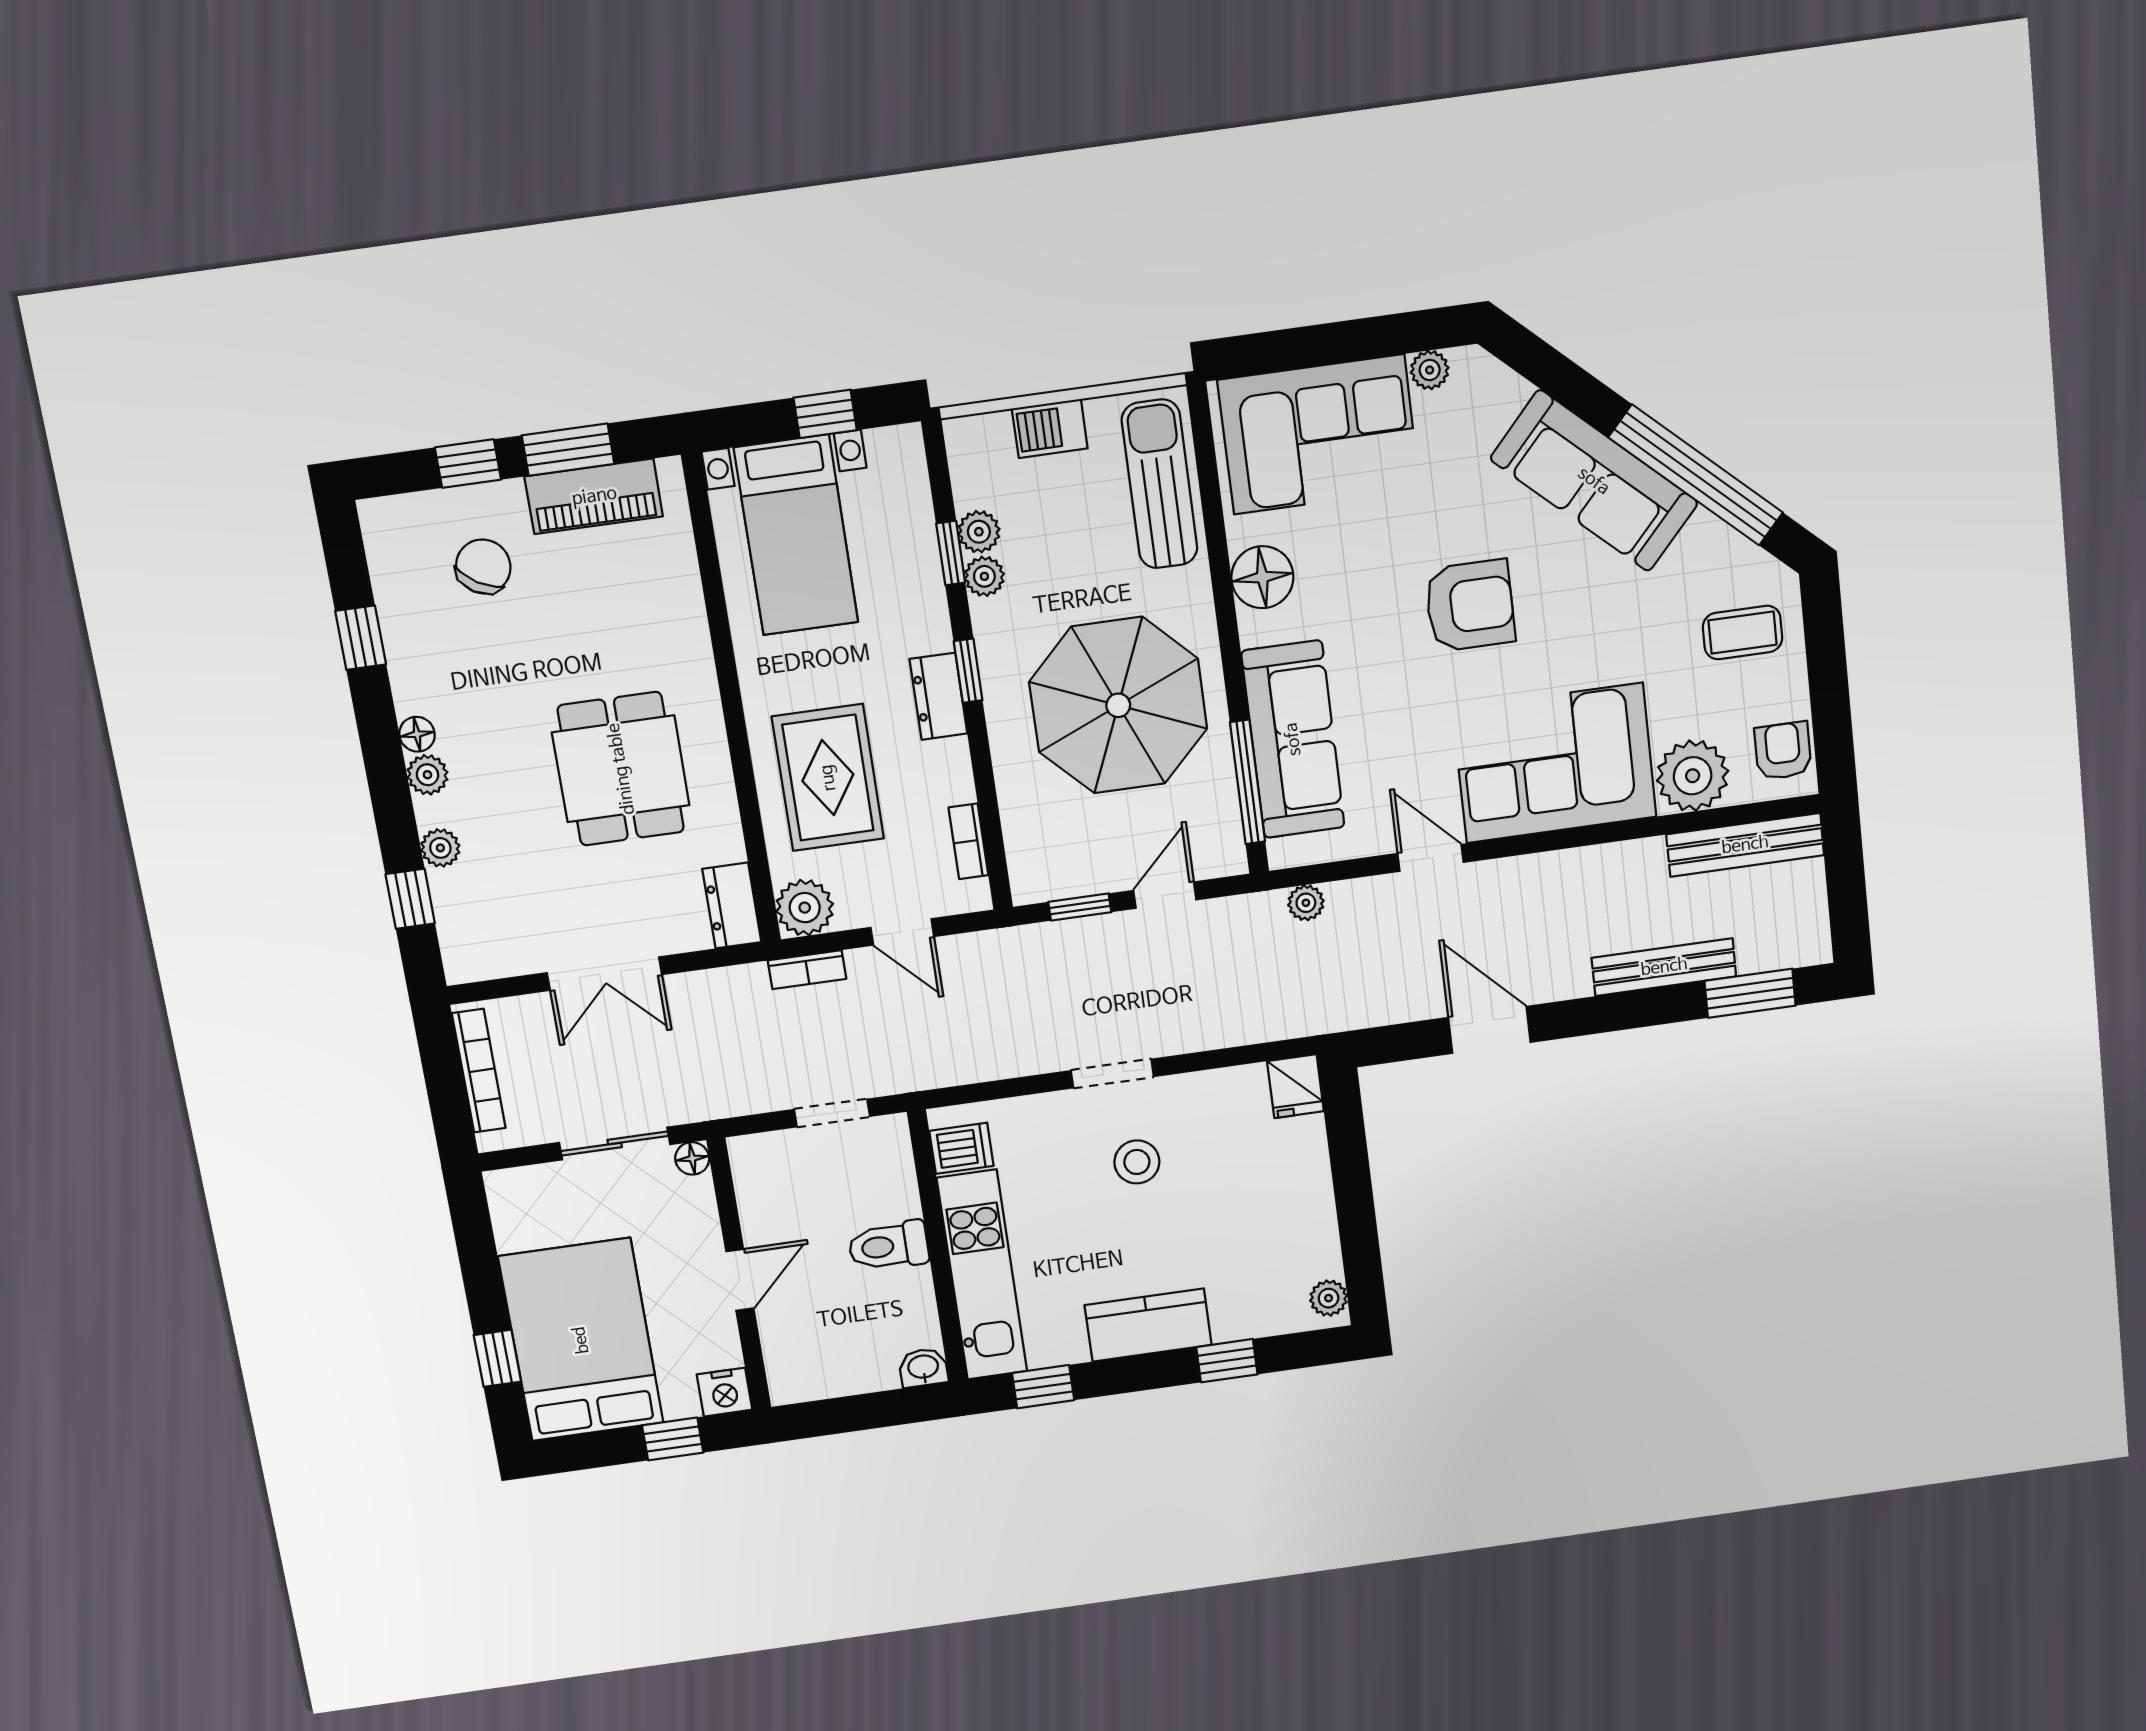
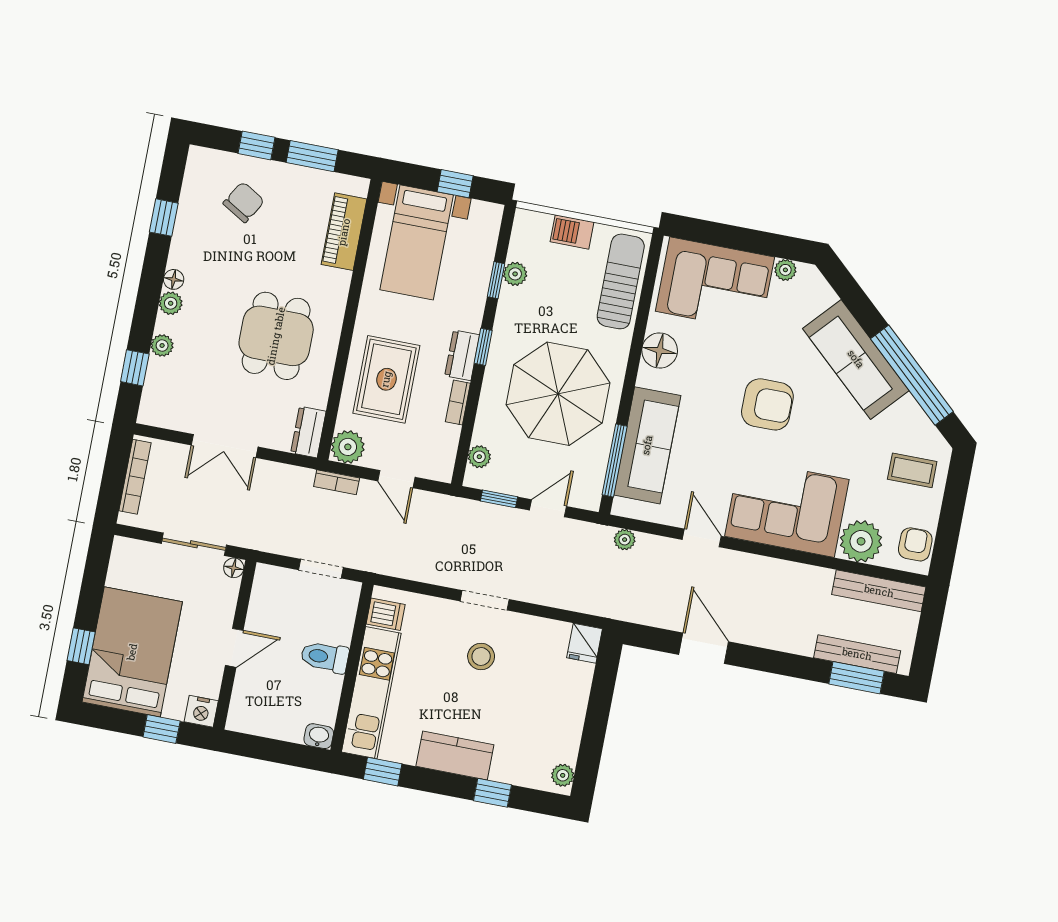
piano: (594, 496) -> (344, 232), moved, turned 90
plant: (984, 576) -> (479, 457), moved
bookcase: (968, 841) -> (458, 403), moved
bench: (1664, 967) -> (857, 654), moved

